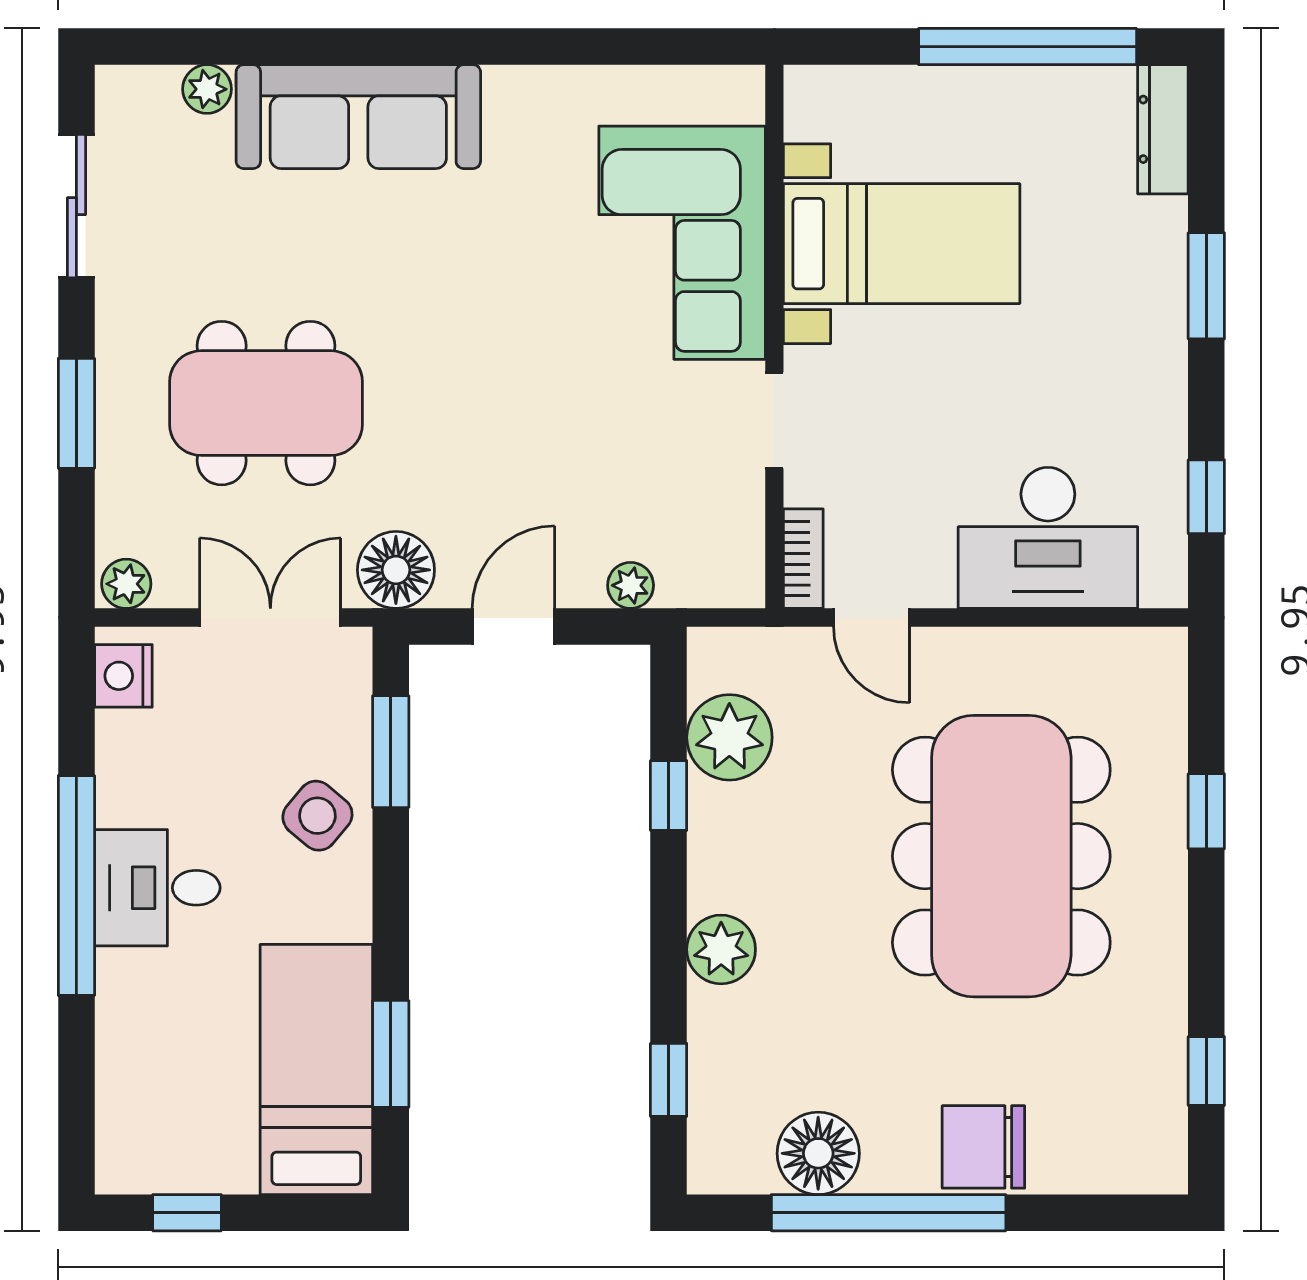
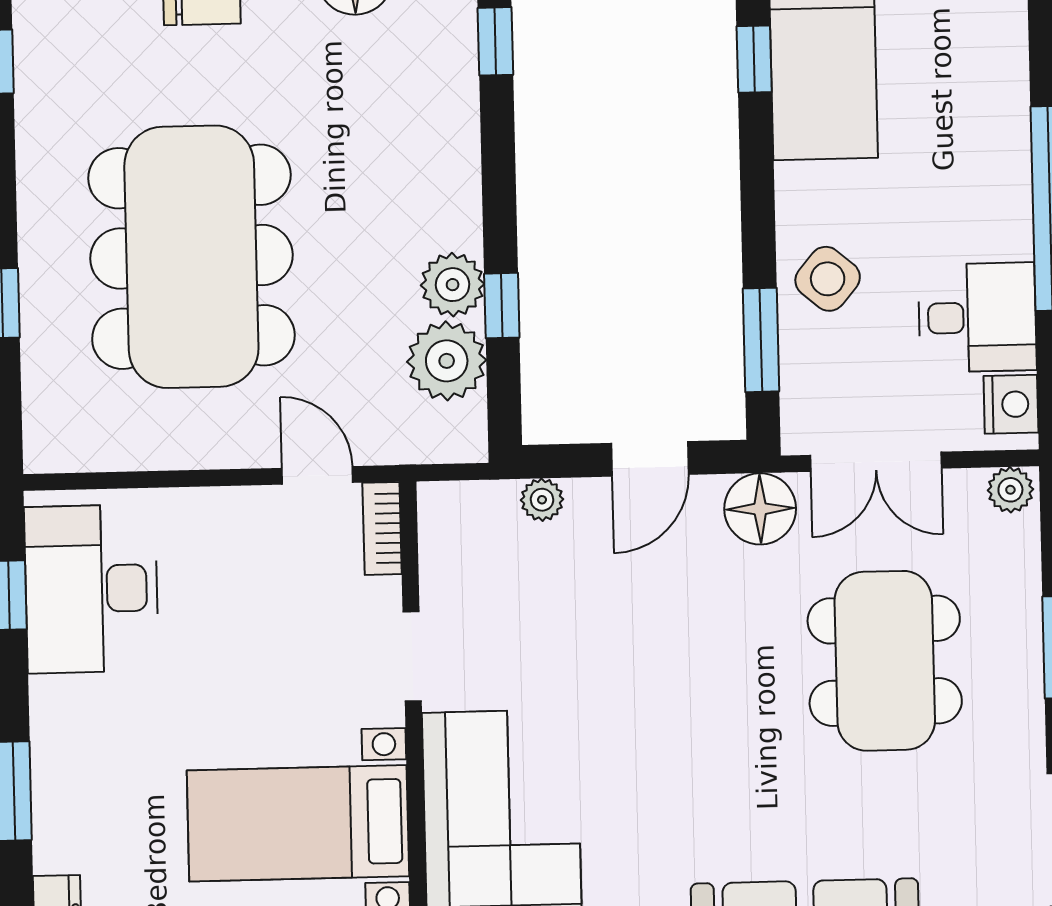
dining table: (266, 403) -> (885, 661), turned 90
desk: (1048, 538) -> (91, 589), moved, turned -90
desk: (157, 888) -> (977, 317), moved
plant: (721, 949) -> (453, 285), moved
window: (391, 1054) -> (754, 59), width x0.67

